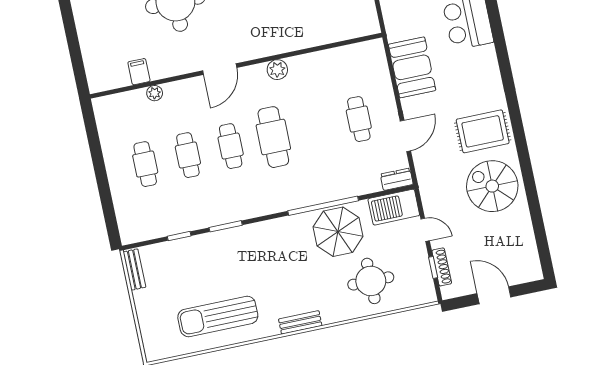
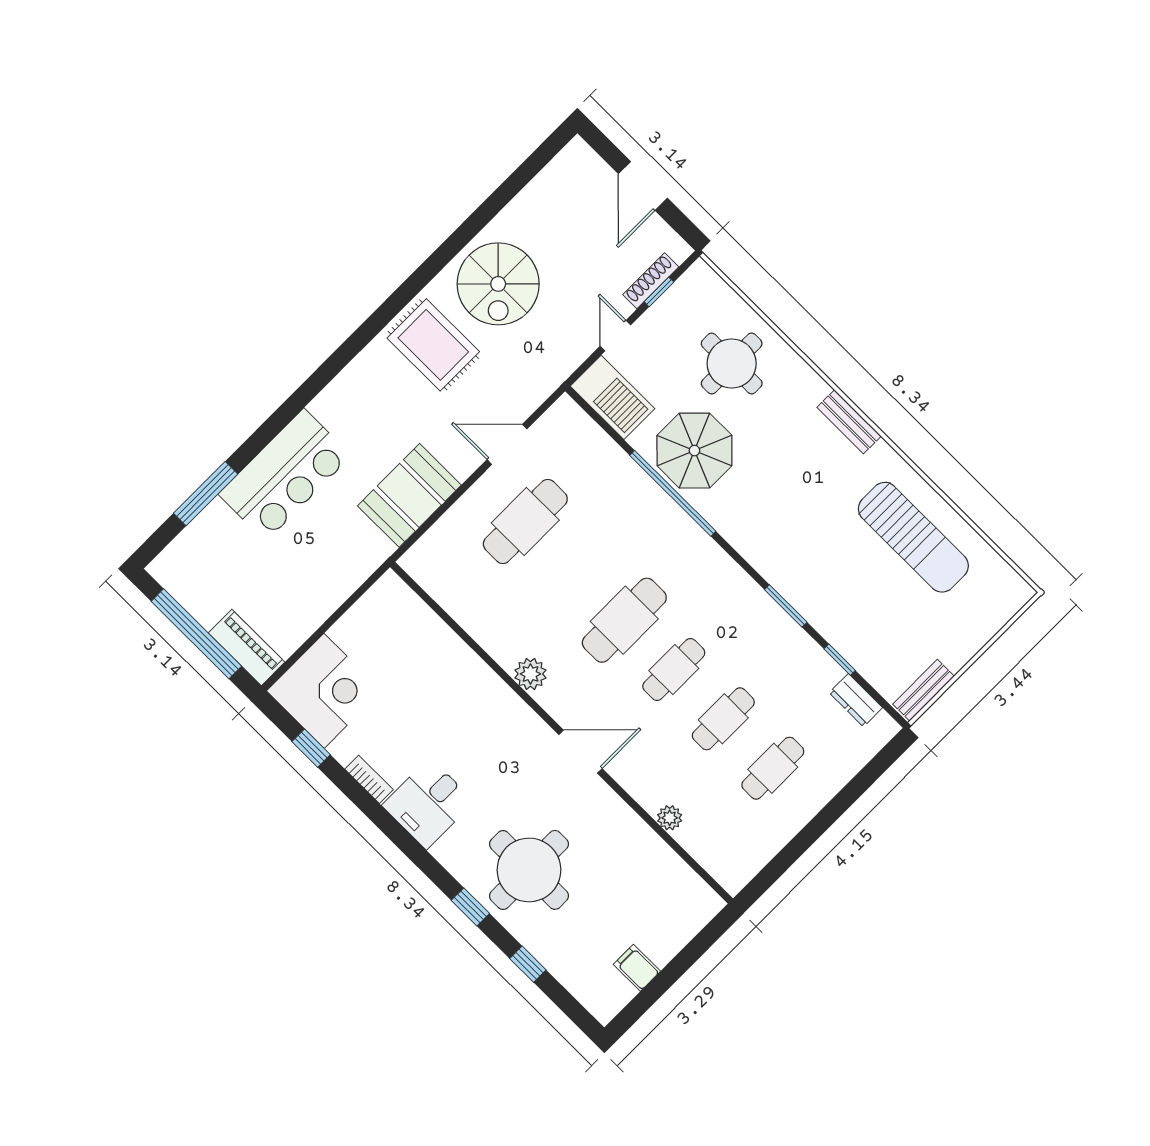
filing cabinet: (139, 72) -> (637, 968), moved, turned 90
cafe table: (359, 119) -> (525, 521), width x1.37, depth x1.35
dresser: (397, 179) -> (856, 700), moved

